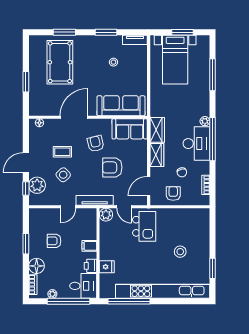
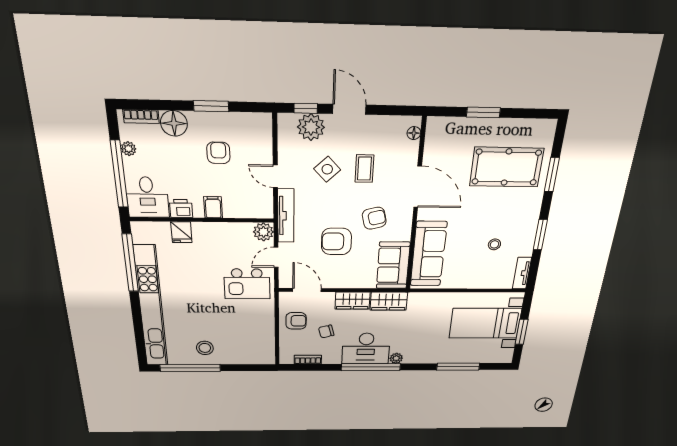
armchair: (112, 167) -> (336, 241), turned -90
stool: (180, 252) -> (205, 348), moved
window: (213, 268) -> (190, 368), width x2.11

